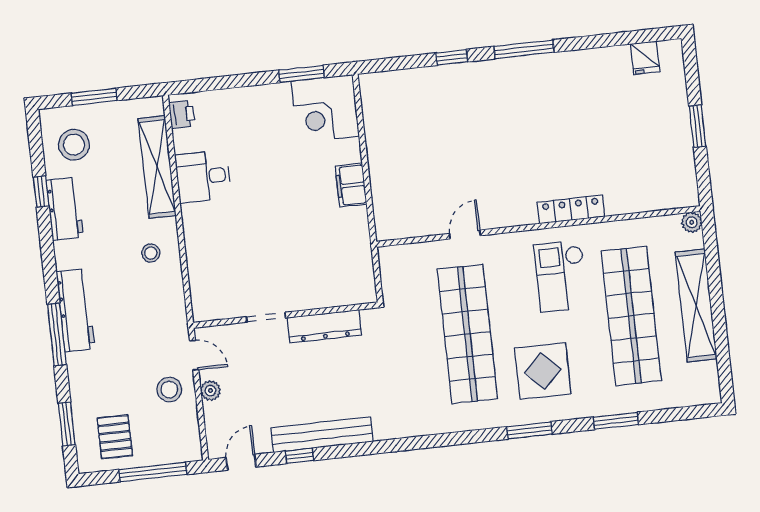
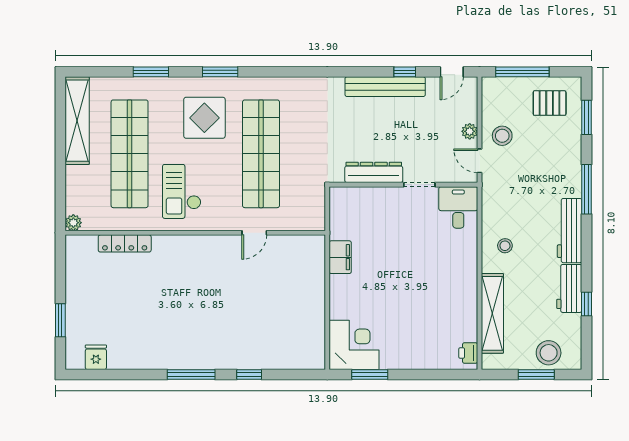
window: (697, 126) -> (60, 320), moved
stool: (74, 145) -> (549, 353), moved
desk: (203, 177) -> (458, 207), moved, turned -90
filing cabinet: (351, 185) -> (340, 257), moved
locker: (571, 209) -> (125, 243), moved
checkout: (561, 276) -> (182, 191), turned 180
shelving: (696, 305) -> (77, 121), moved
workbench: (76, 310) -> (570, 231), moved
pallet: (115, 437) -> (550, 103), turned 90

